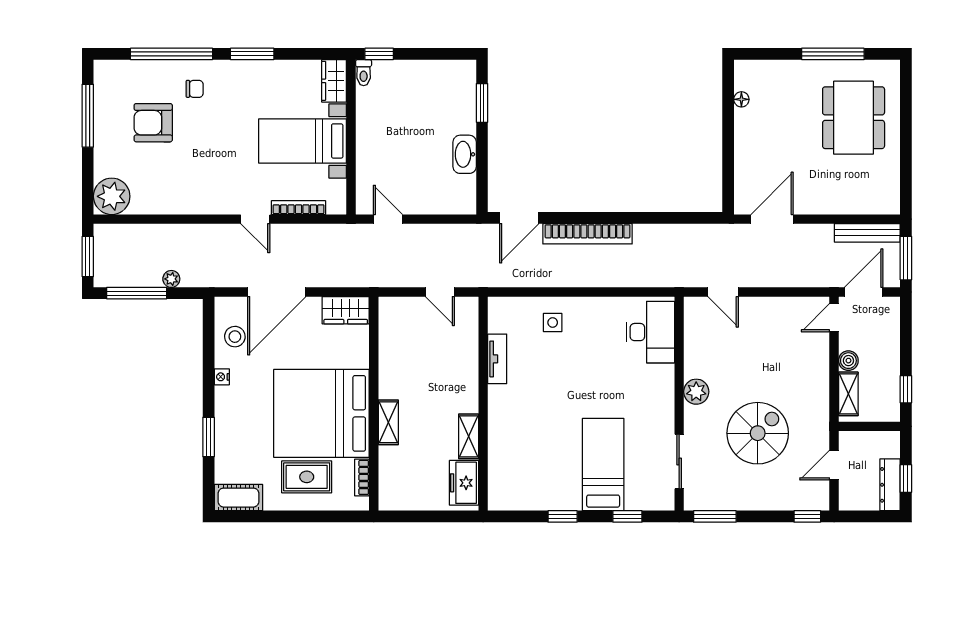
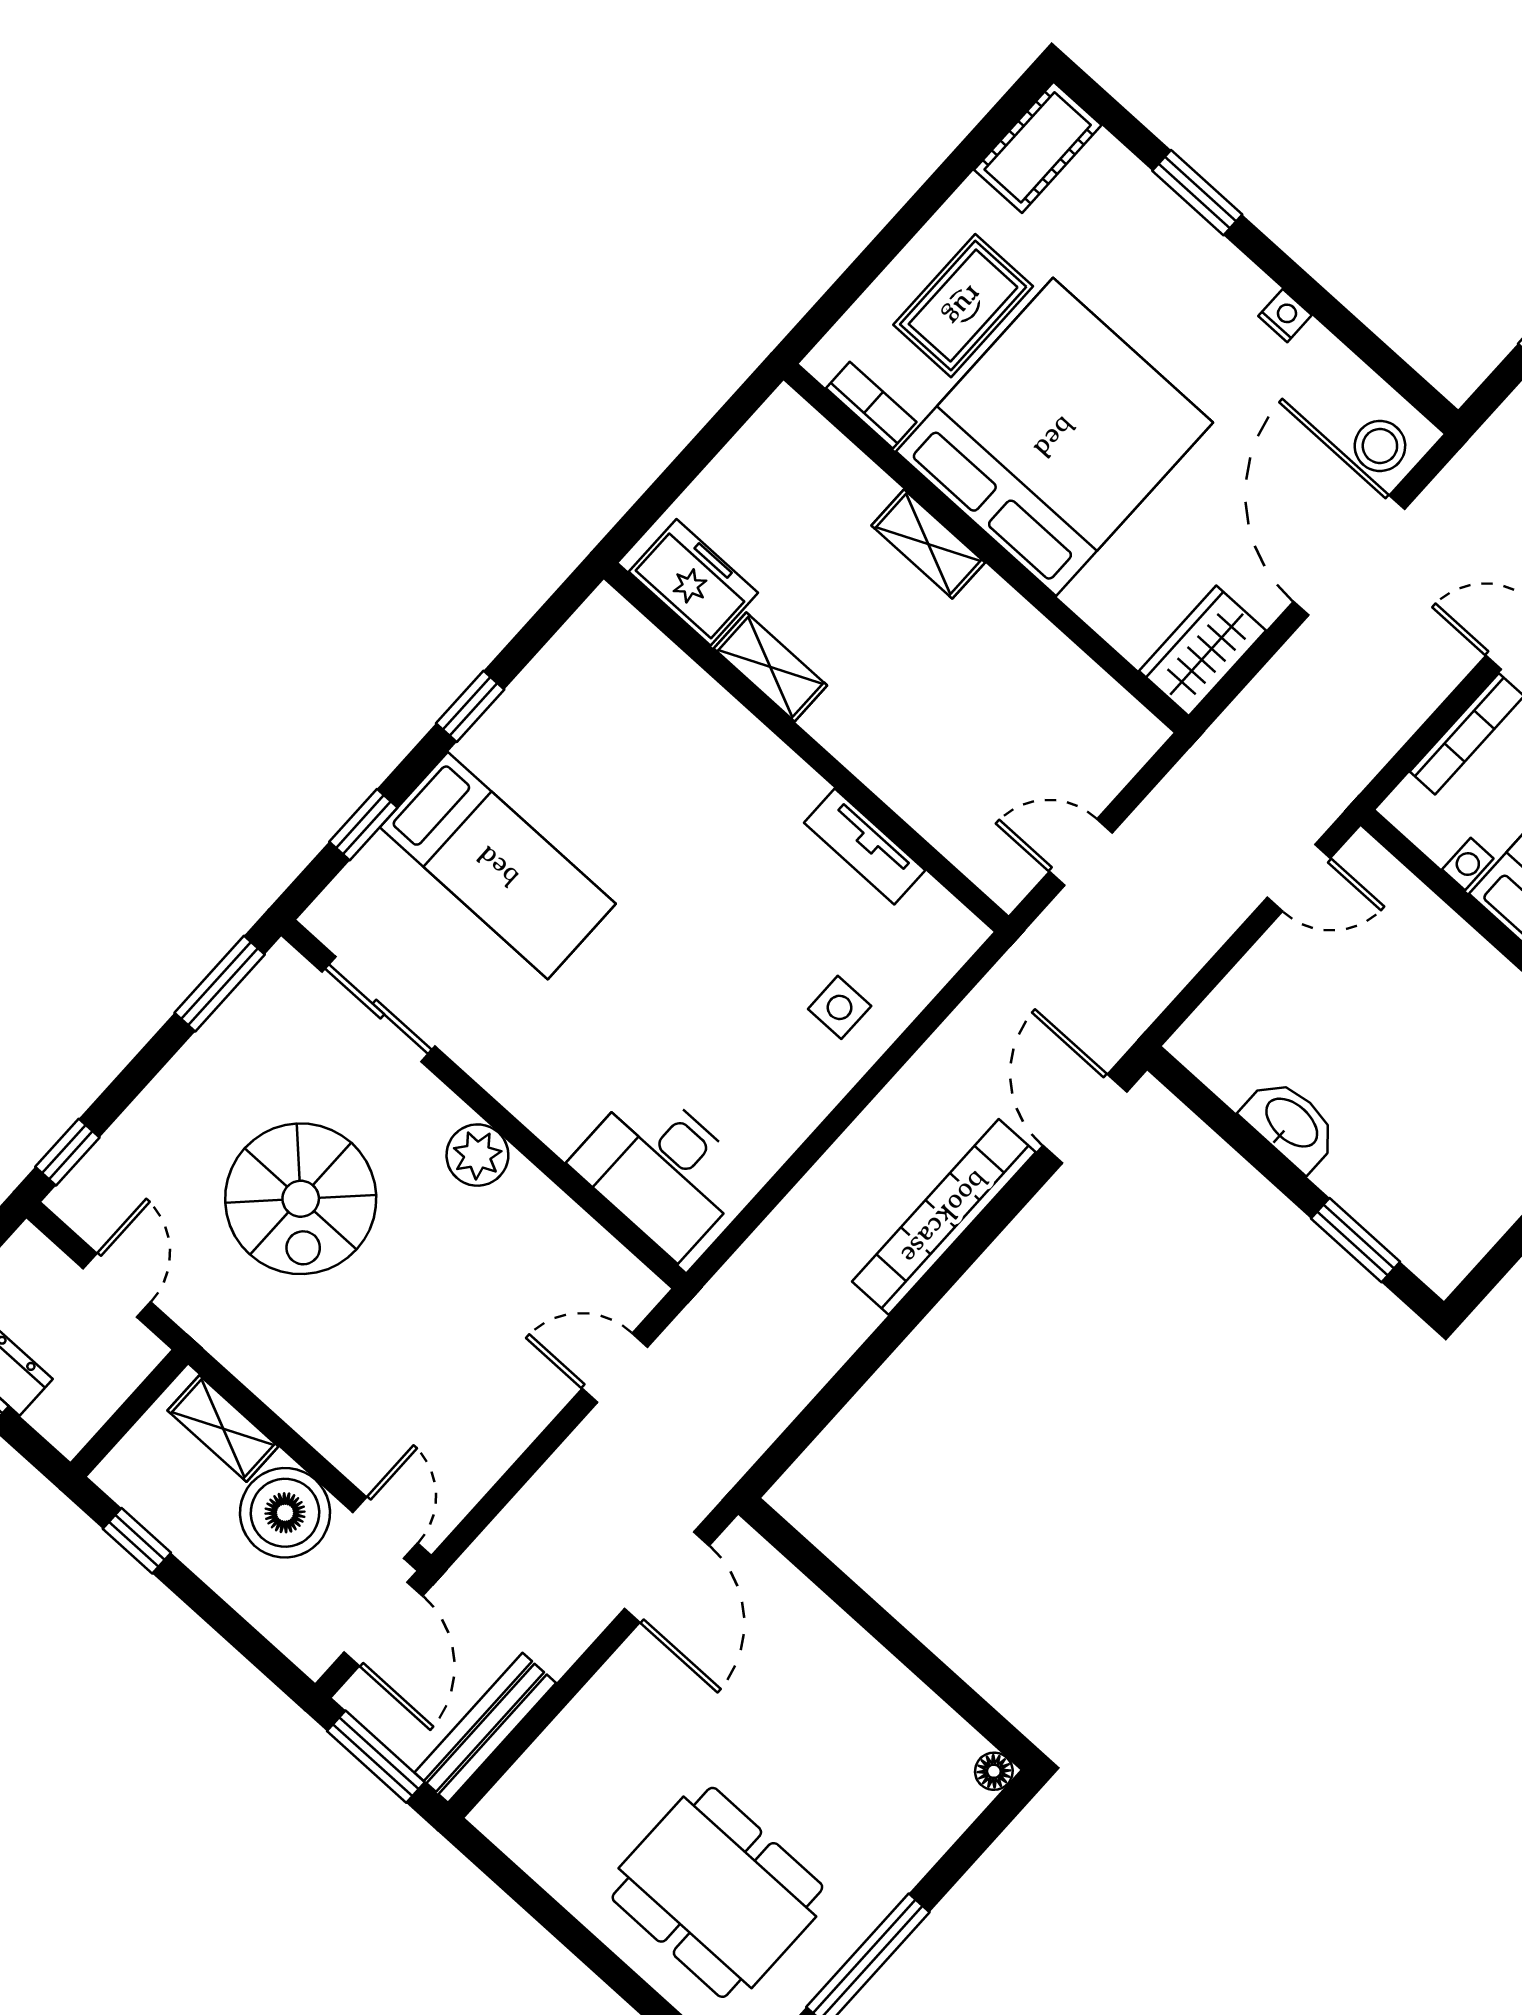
floor lamp: (741, 99) -> (994, 1771), moved
stool: (235, 337) -> (1380, 446), moved
boiler: (848, 361) -> (285, 1513), width x1.86, depth x1.86

